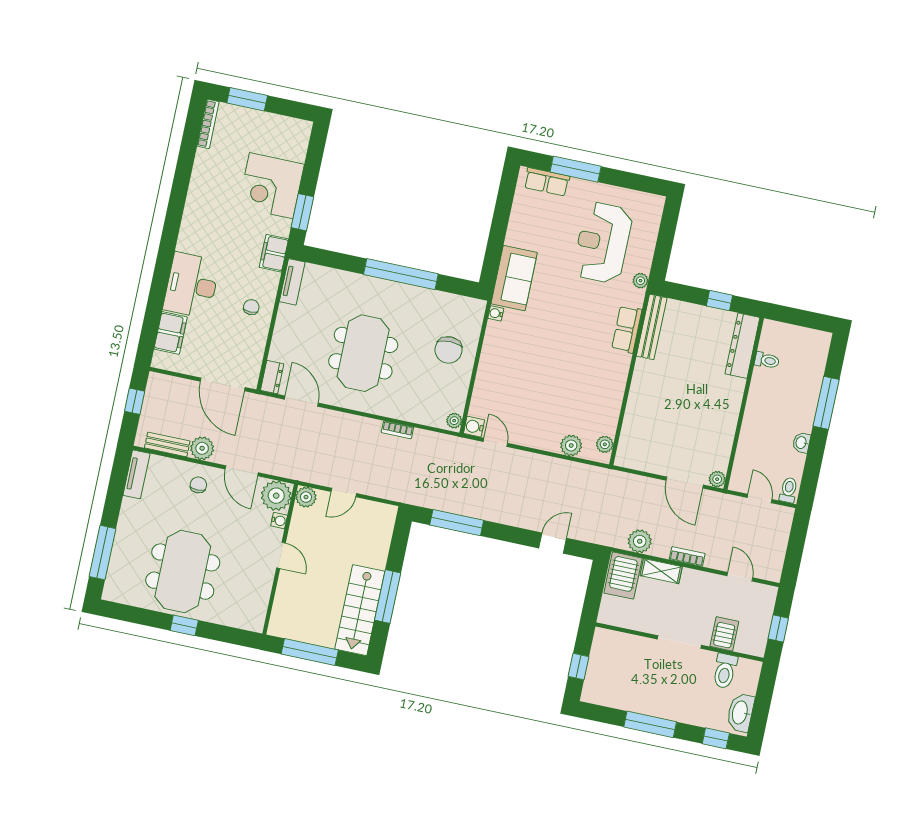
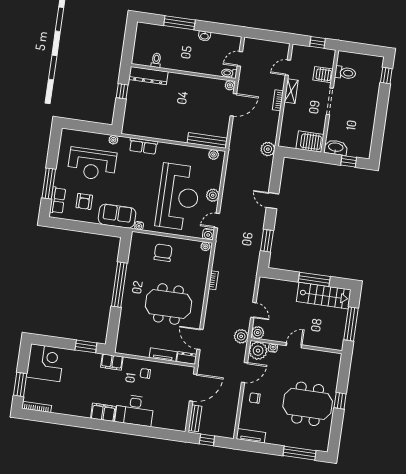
corner desk: (271, 186) -> (45, 363), moved, turned -90
armchair: (542, 226) -> (84, 201), added
tv unit: (292, 282) -> (163, 355), moved
bench: (652, 327) -> (207, 141), moved
filing cabinet: (171, 333) -> (103, 412), moved
chair: (448, 350) -> (163, 253), turned -90
reception desk: (539, 381) -> (178, 197), added
door: (301, 401) -> (200, 339), hinge flipped
bench: (167, 444) -> (195, 418), moved
plant: (571, 445) -> (213, 195), moved
plant: (202, 448) -> (241, 336), moved
toilet: (789, 490) -> (229, 73), moved
window: (457, 523) -> (267, 241), width x0.69
plant: (640, 541) -> (268, 149), moved
door: (553, 543) -> (273, 201), moved
shelving: (661, 571) -> (291, 91), moved
server rack: (623, 576) -> (310, 142), moved, turned 180
washbasin: (740, 713) -> (336, 148), moved, turned 180
window: (650, 724) -> (381, 116), removed

